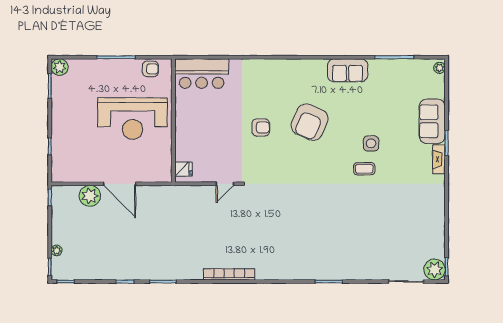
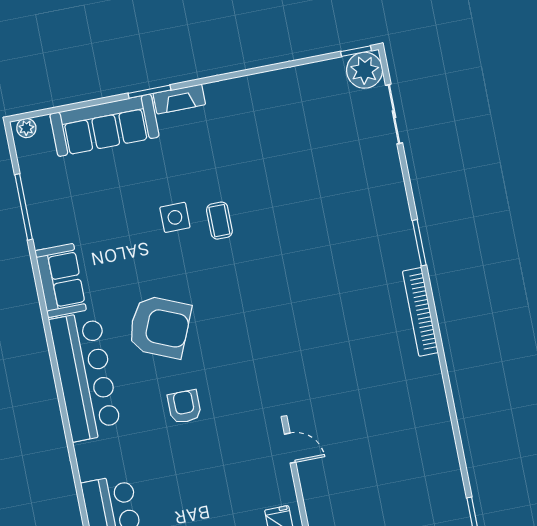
bar counter: (290, 74) -> (85, 376), added
sofa: (432, 121) -> (104, 125), width x1.36
bookcase: (229, 274) -> (420, 312), moved

